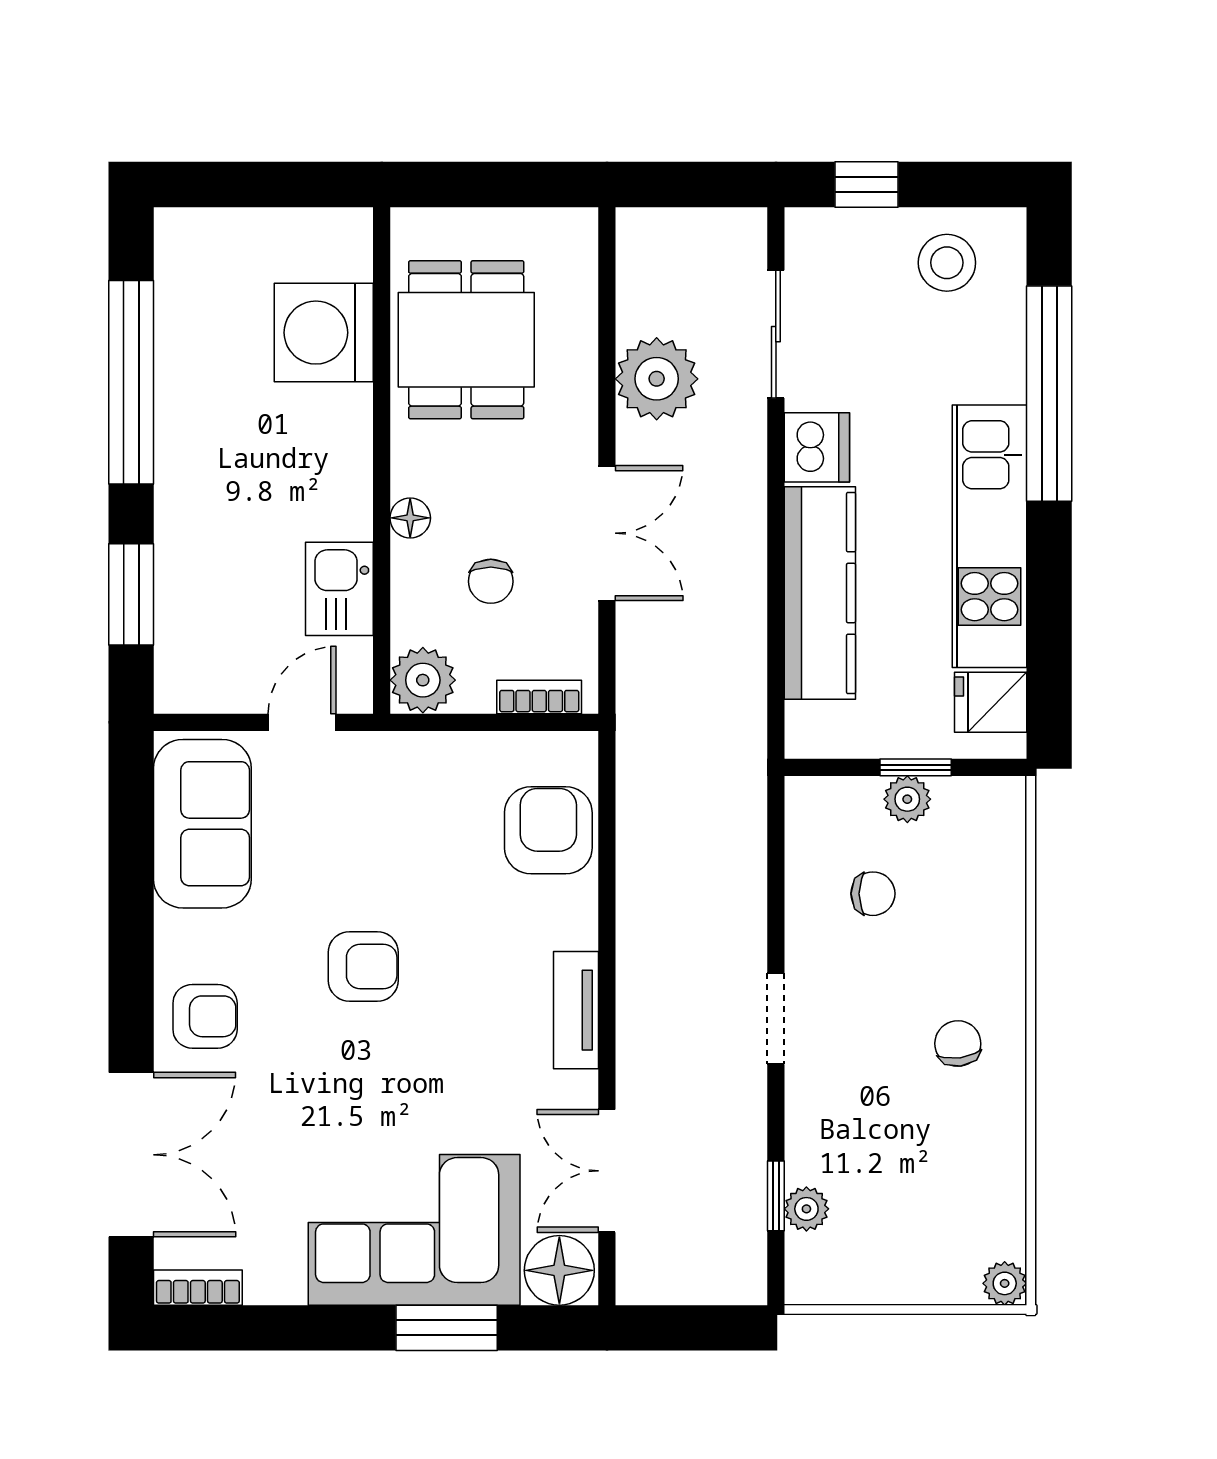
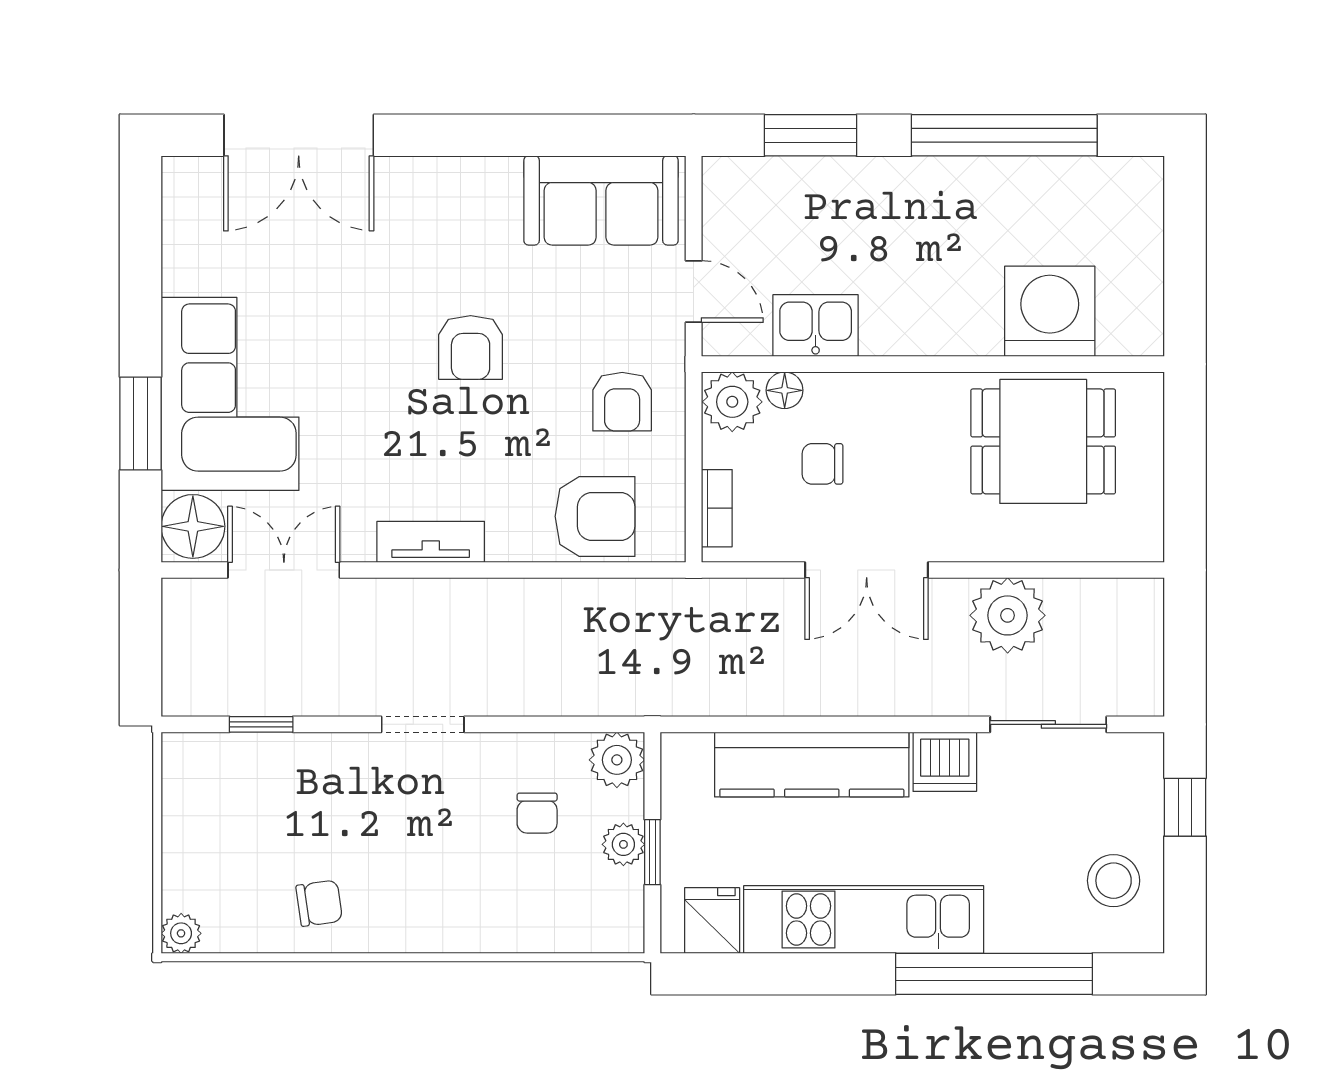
floor lamp: (410, 518) -> (785, 390), moved
armchair: (205, 1016) -> (622, 402), moved
chair: (958, 1043) -> (319, 903), moved
plant: (806, 1209) -> (617, 760), moved, width x1.38, depth x1.38
bookcase: (198, 1288) -> (177, 196), removed

